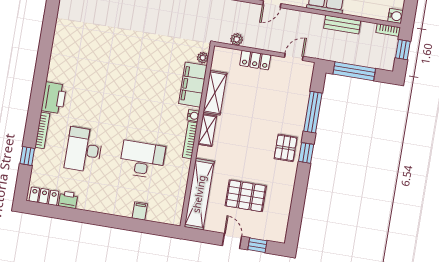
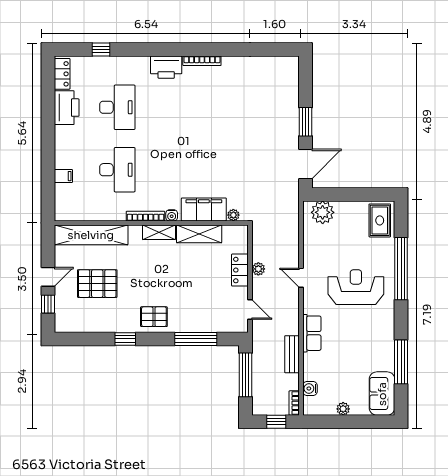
water cooler: (395, 16) -> (310, 388), moved, turned 90
plant: (237, 39) -> (258, 269), moved
bookcase: (42, 130) -> (202, 61), moved
desk: (84, 150) -> (117, 107), turned 90
window: (306, 153) -> (125, 339), moved
pallet: (246, 196) -> (97, 284), turned 90
printer: (68, 200) -> (67, 108), width x1.87, depth x1.48

